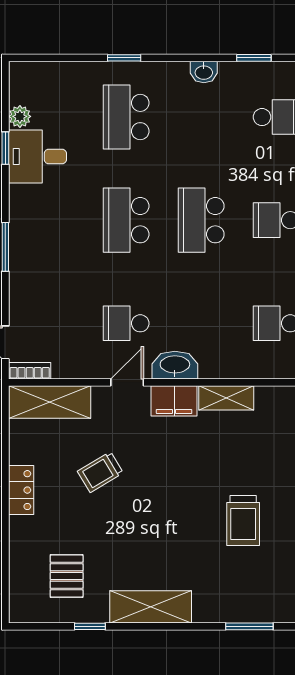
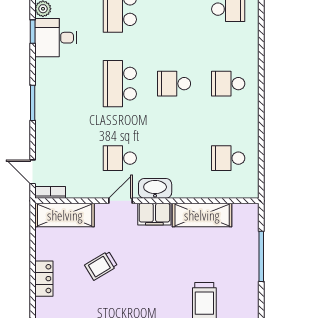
school desk: (201, 220) -> (174, 84), width x0.54
shelving: (226, 398) -> (202, 215), width x1.50, depth x1.33

